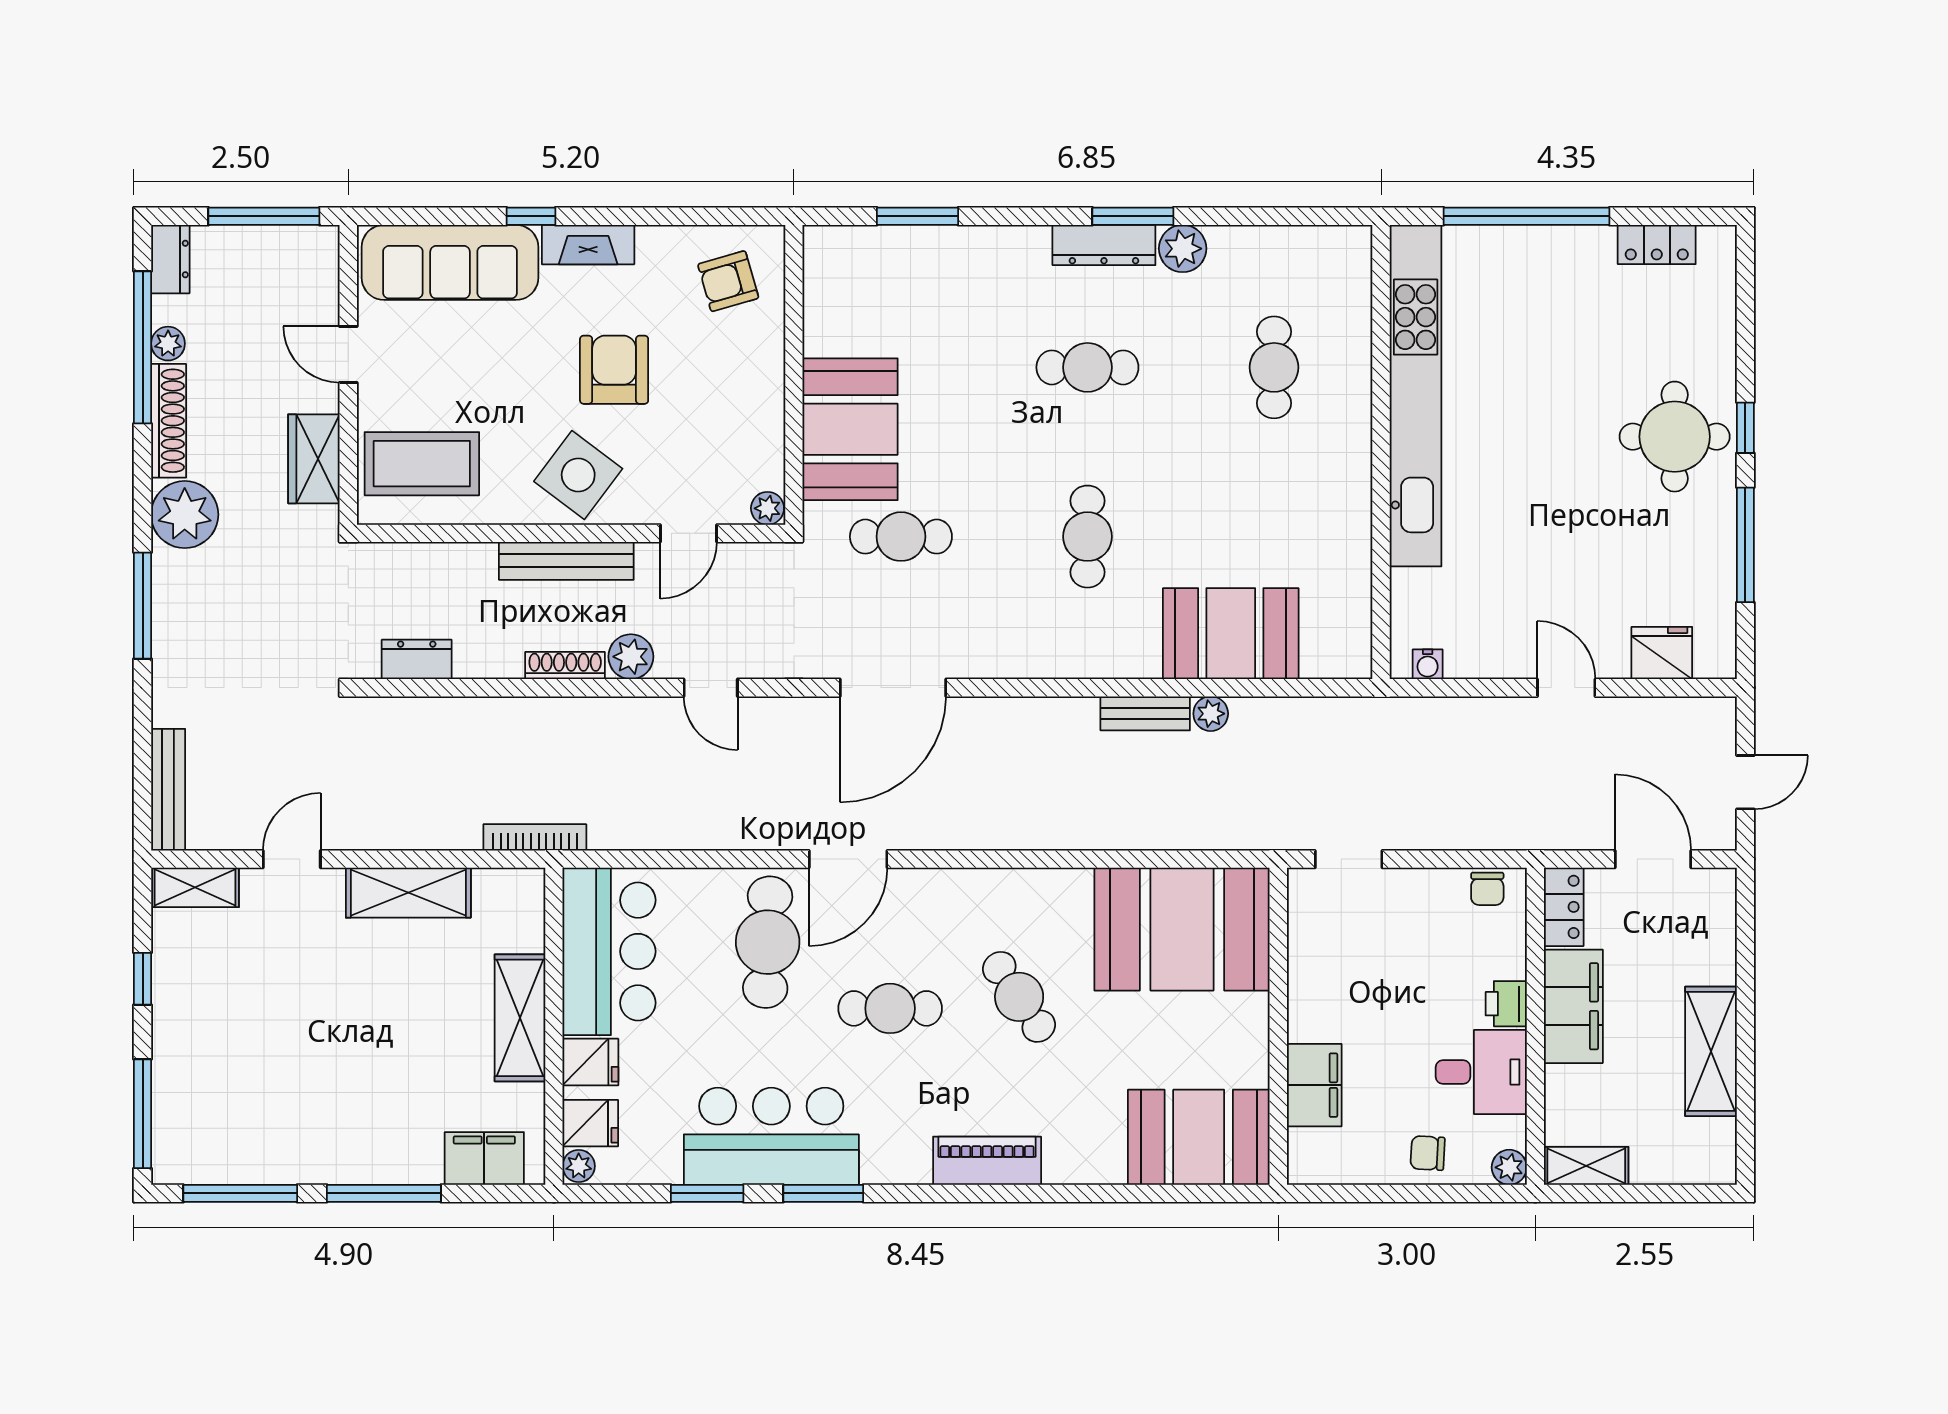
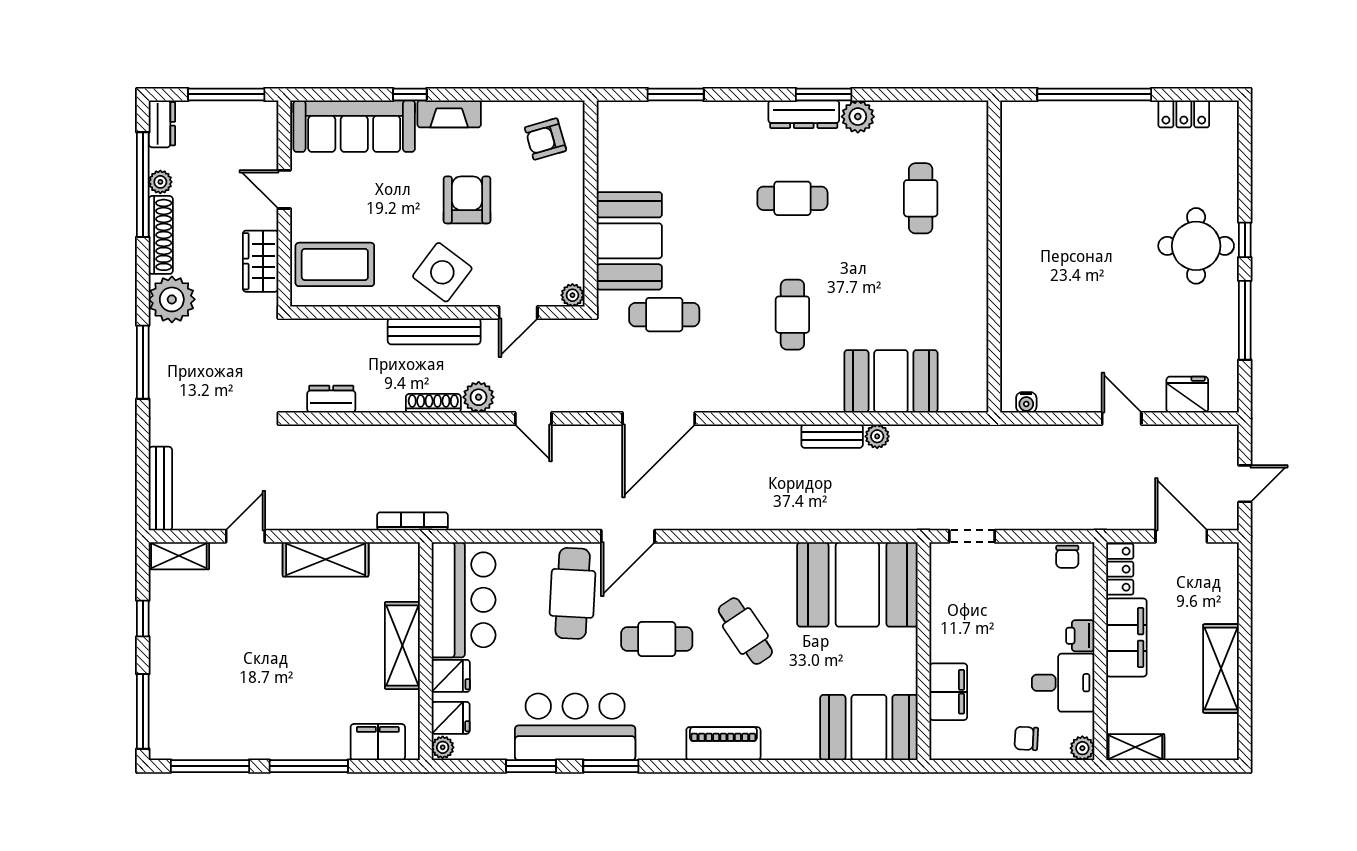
kitchen unit: (1416, 396) -> (1018, 218), removed

